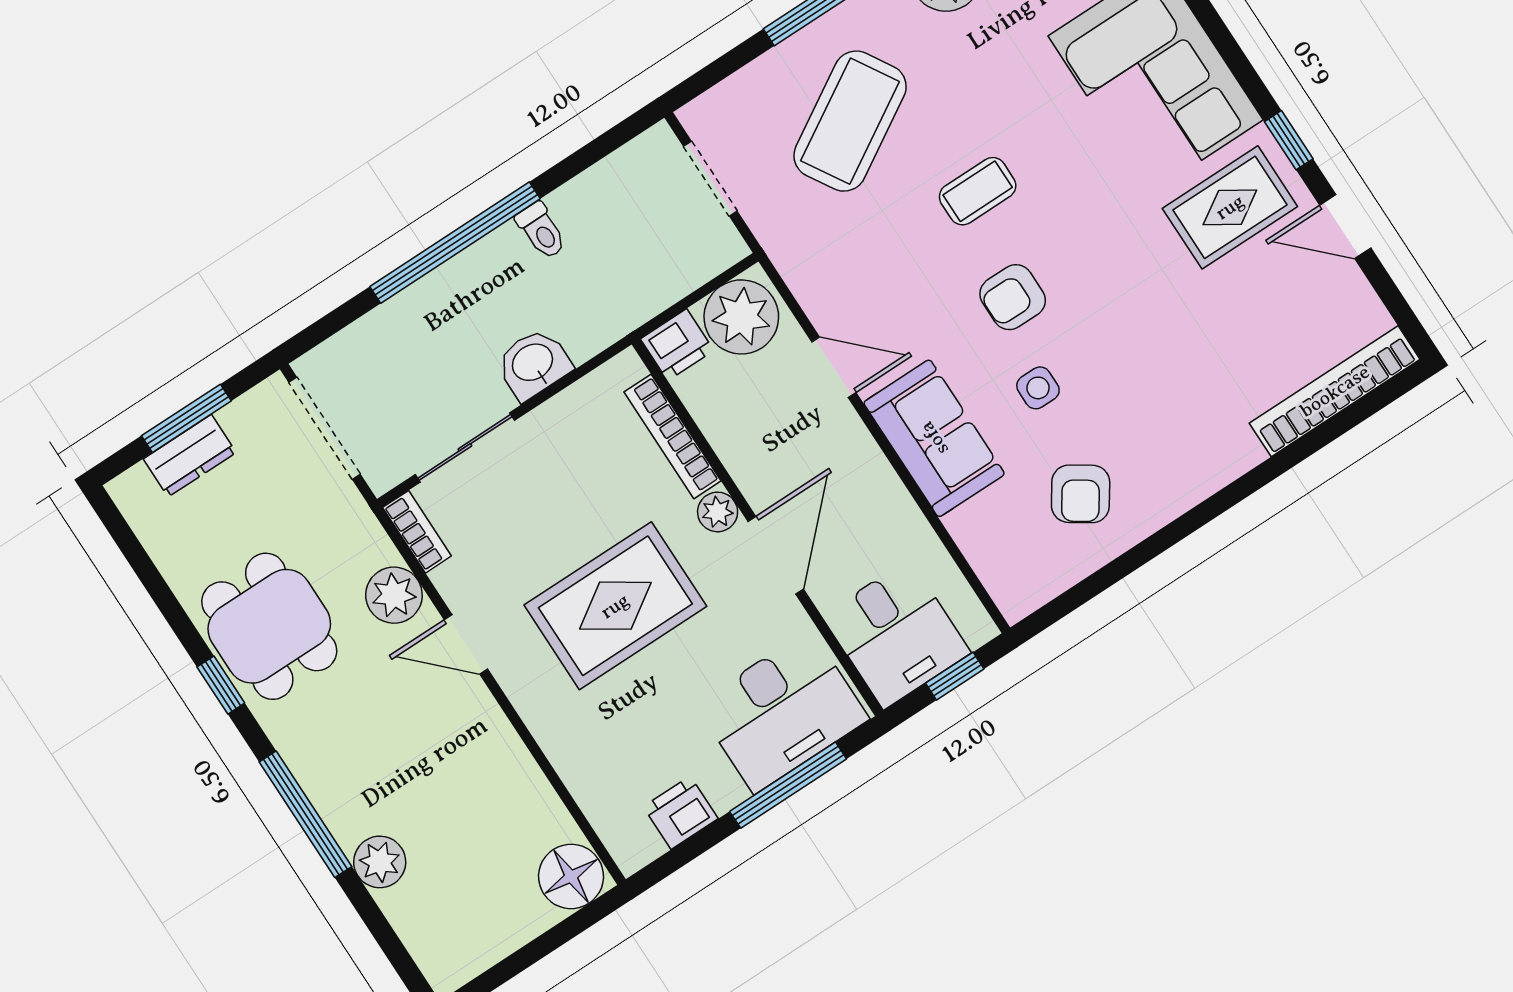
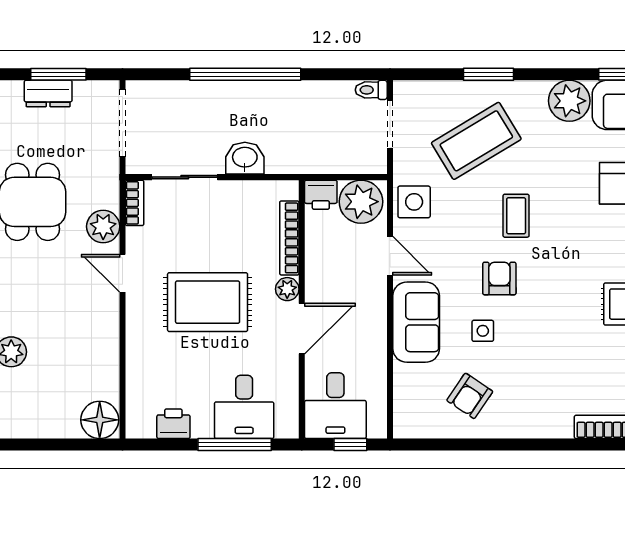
coffee table: (978, 191) -> (516, 216), turned 90
toilet: (541, 231) -> (371, 90), moved, turned 90
side table: (818, 267) -> (414, 202), added
armchair: (1013, 297) -> (499, 278), turned 90
desk: (782, 712) -> (244, 407), width x0.73

